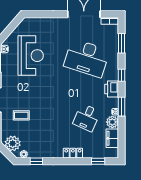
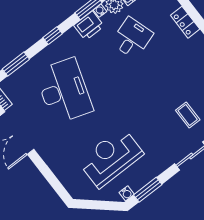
printer: (112, 89) -> (89, 26), moved
desk: (87, 117) -> (132, 38), turned -42

